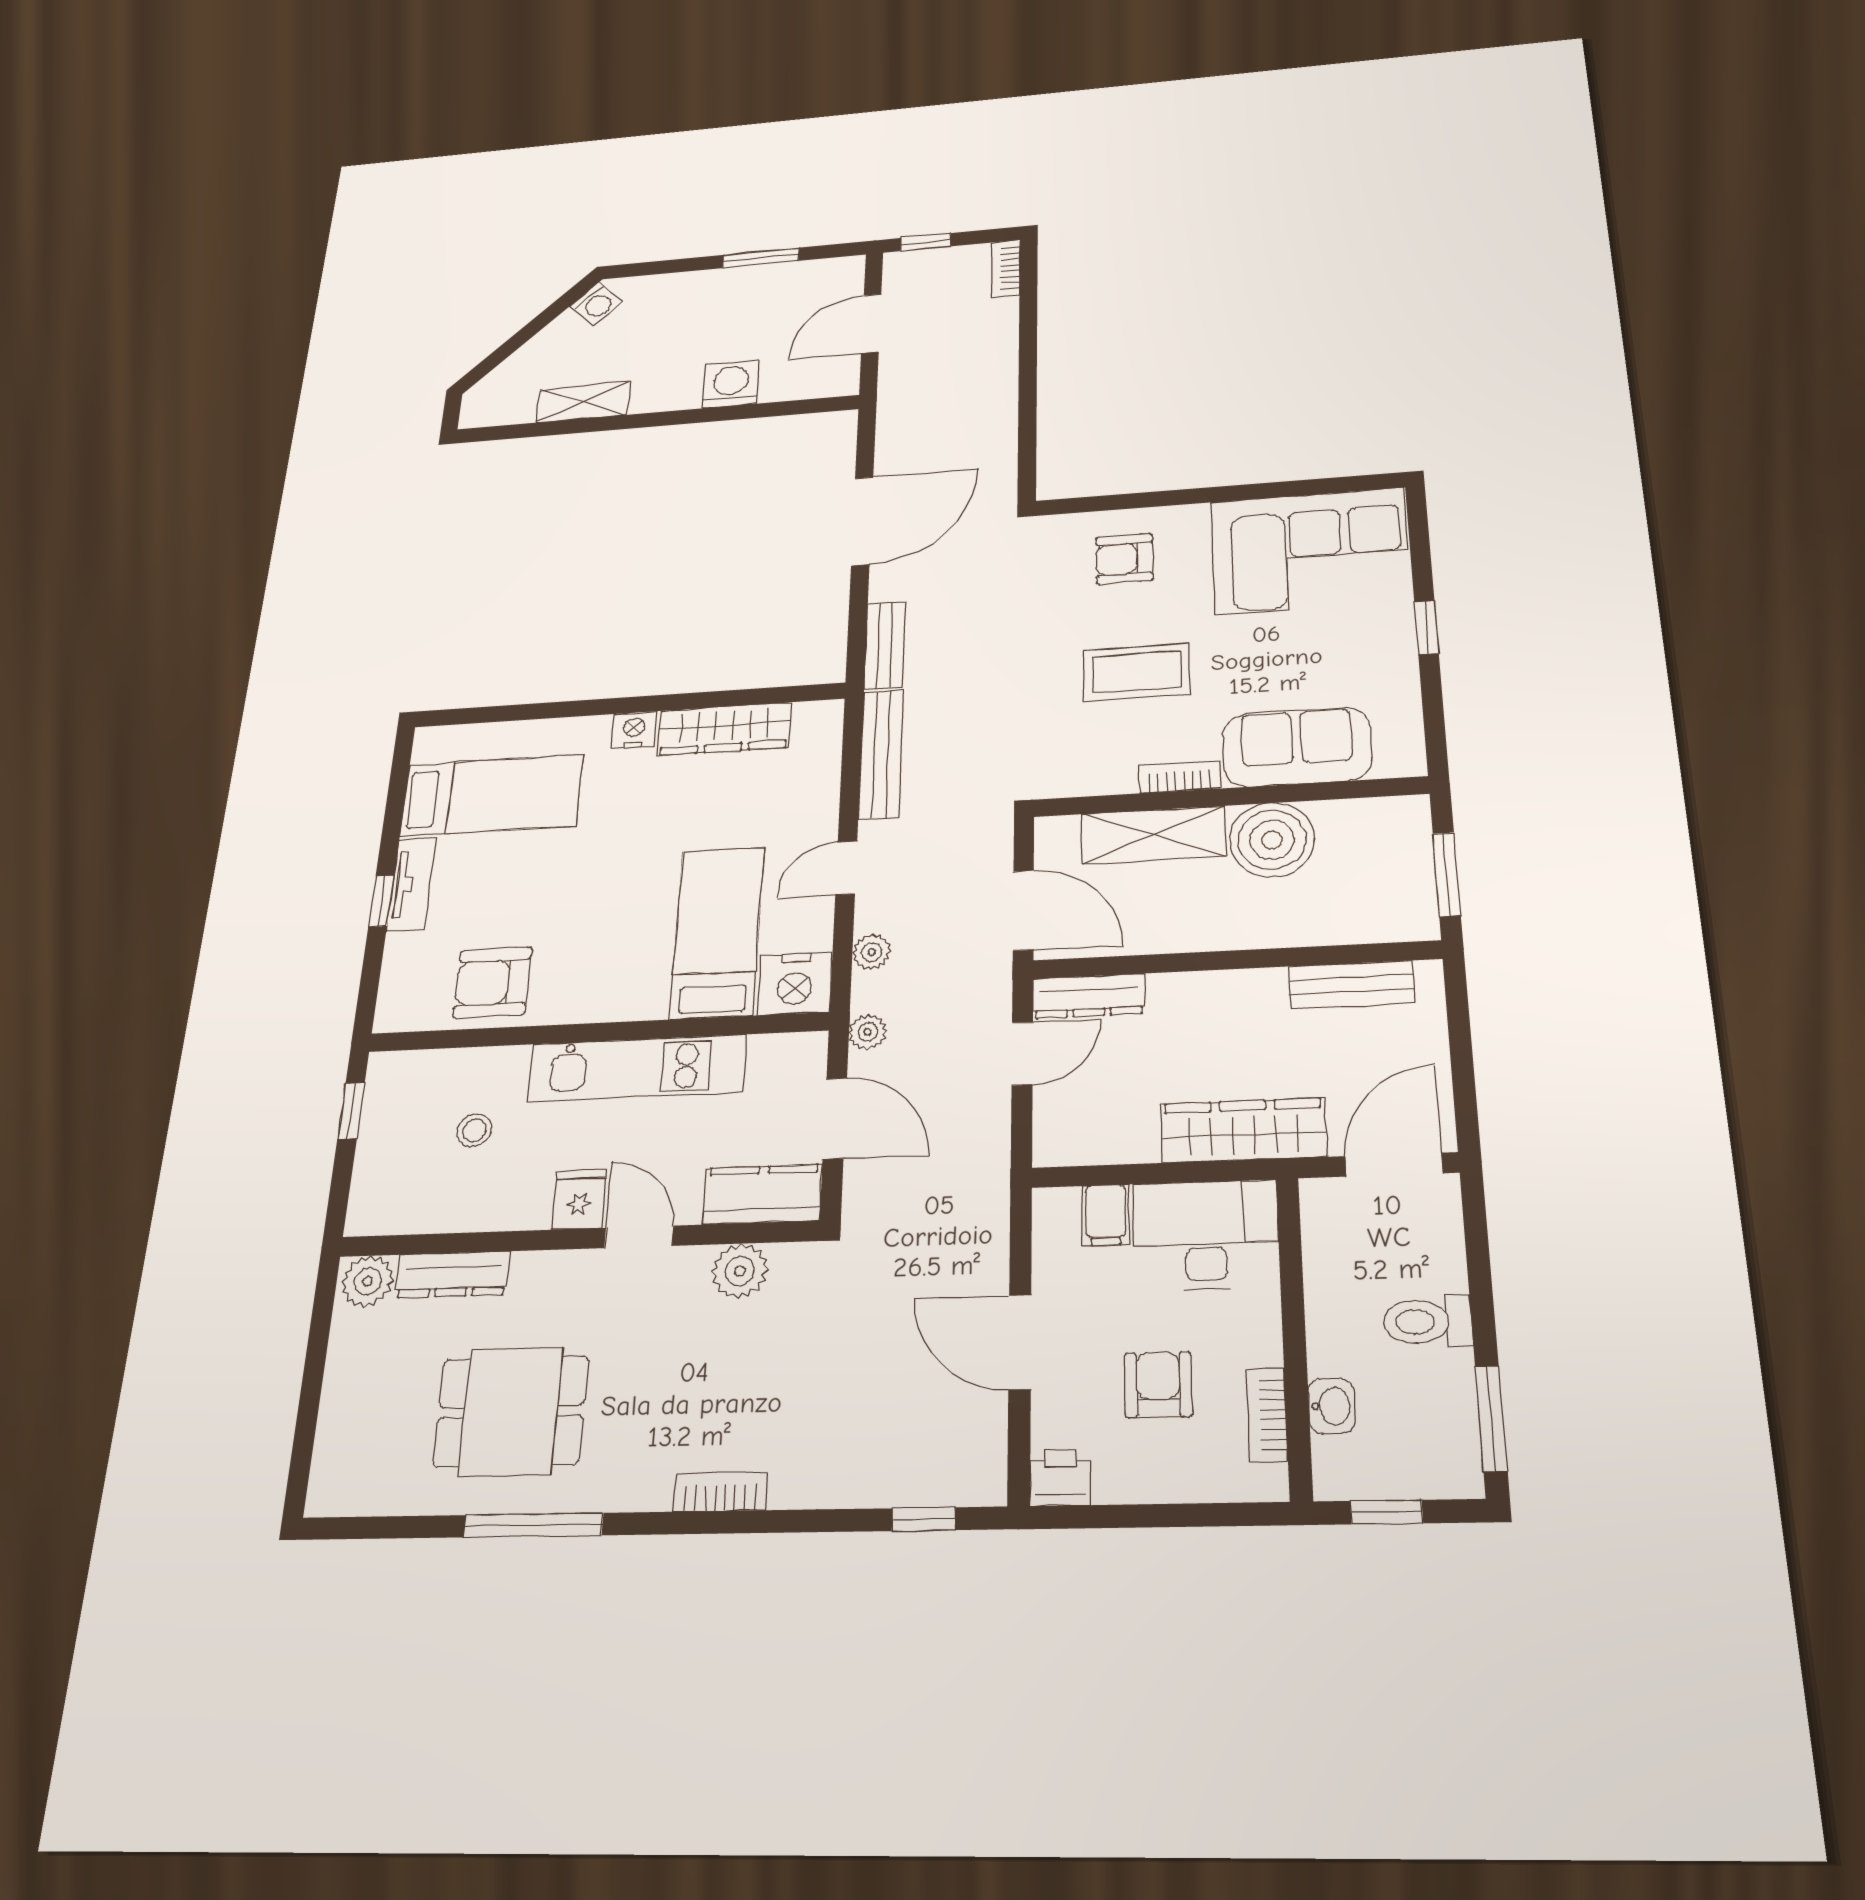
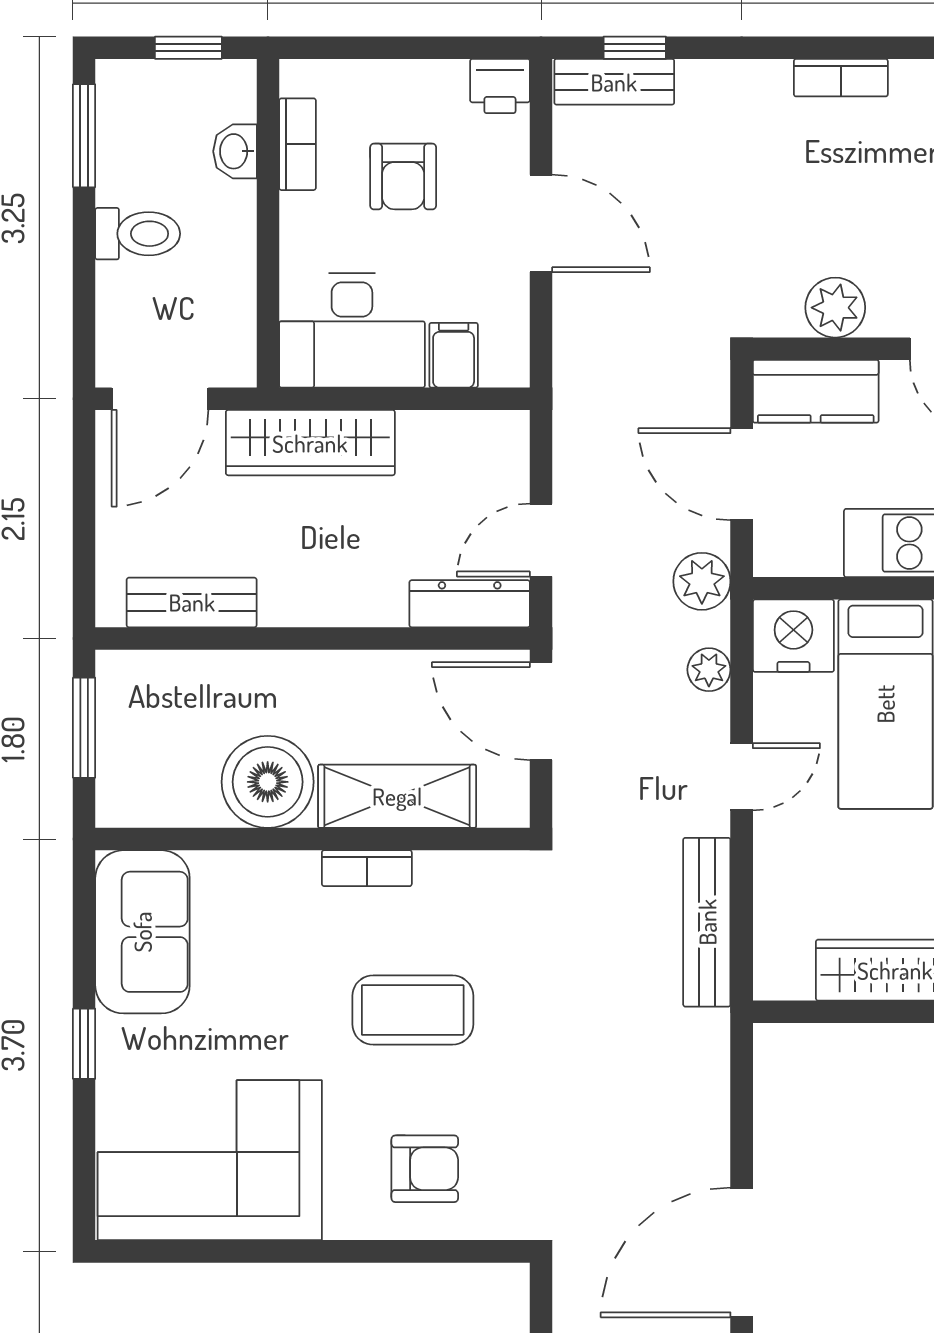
bench: (885, 645) -> (614, 82), moved, turned 90
sofa: (1297, 747) -> (142, 932), moved, turned -90
plant: (868, 1032) -> (702, 581), width x1.38, depth x1.38

